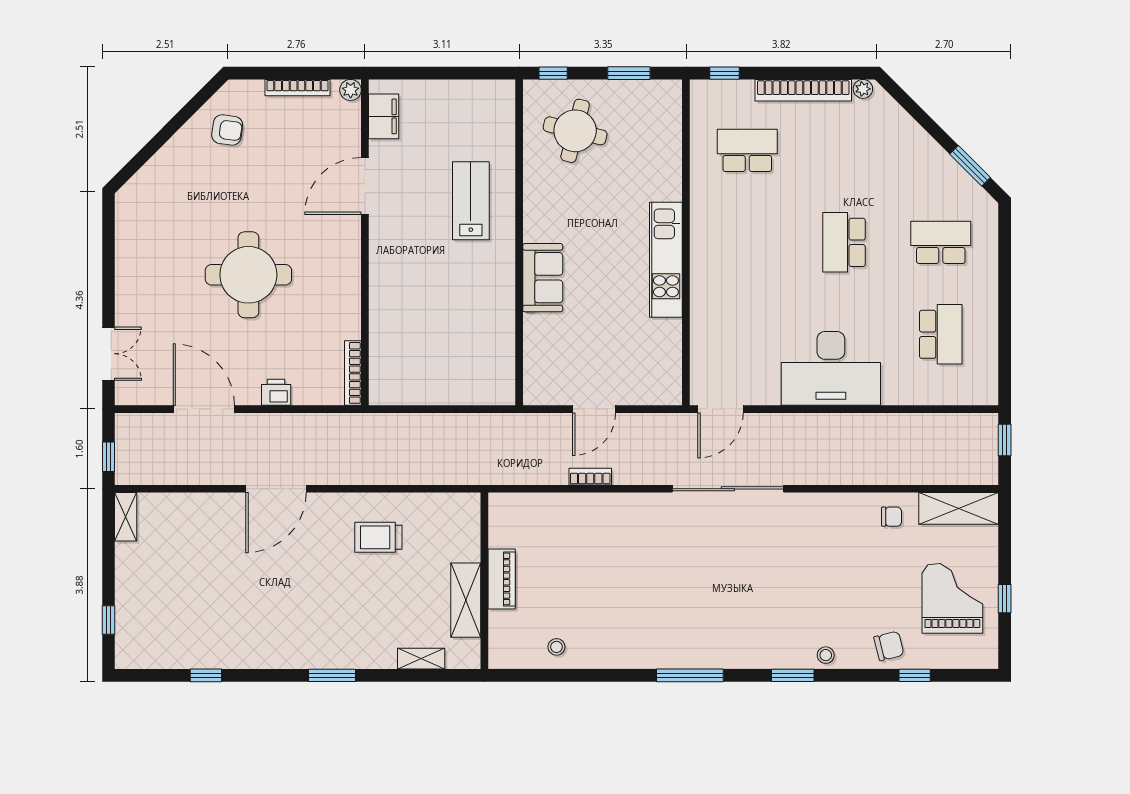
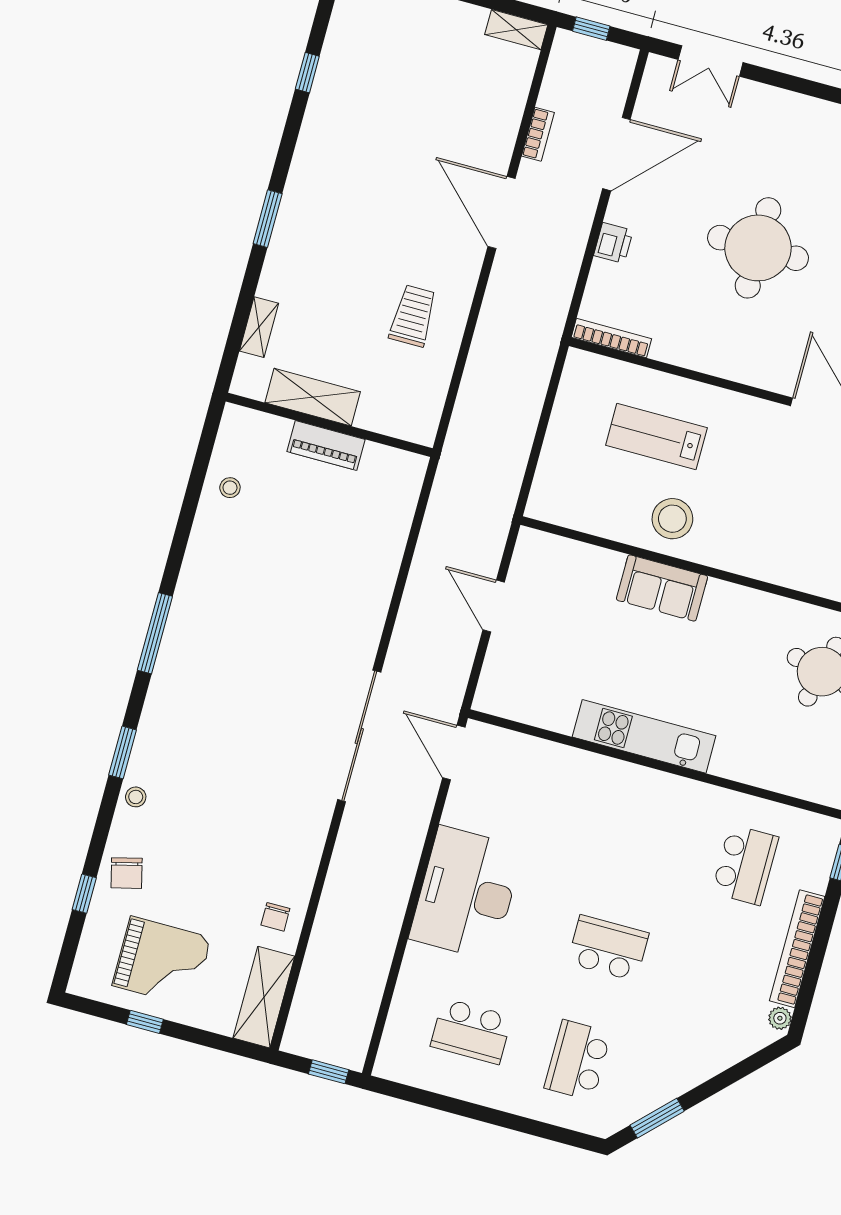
lab bench: (471, 201) -> (656, 437), moved, turned 180
school desk: (941, 242) -> (578, 1060), turned 180
stool: (485, 284) -> (672, 519), added
bookcase: (590, 477) -> (538, 134), moved

